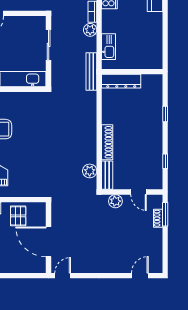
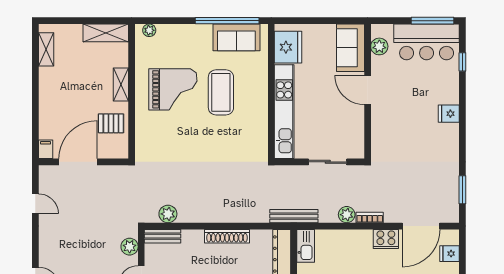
kitchen sink: (109, 47) -> (306, 246), moved, turned -90
shoe rack: (107, 142) -> (227, 236), moved
filing cabinet: (39, 268) -> (46, 149), added
door: (63, 276) -> (35, 204), moved

